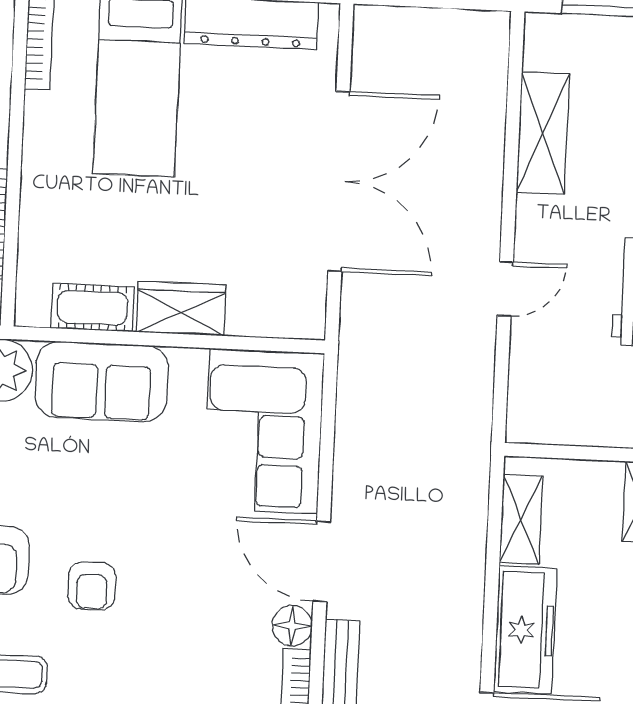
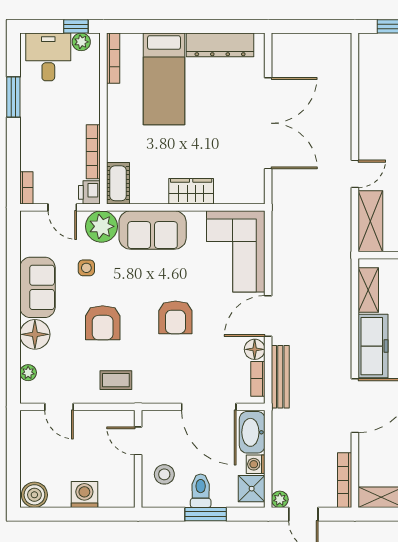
shelving: (543, 133) -> (370, 221), moved
cot: (92, 308) -> (118, 183), moved, turned 90
door: (322, 561) -> (268, 316), hinge flipped
armchair: (92, 586) -> (175, 317), moved, width x1.38, depth x1.38

